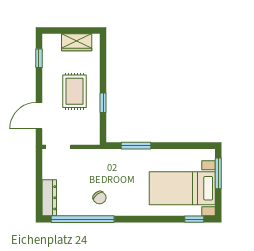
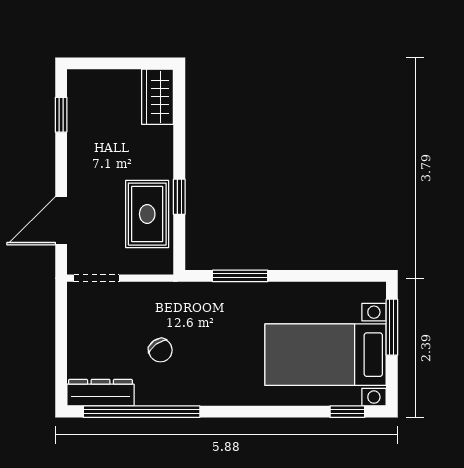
wardrobe: (77, 42) -> (158, 97), moved, turned 90
rug: (75, 91) -> (147, 214), moved
dresser: (49, 198) -> (100, 393), moved, turned -90
chair: (100, 198) -> (160, 350), moved

